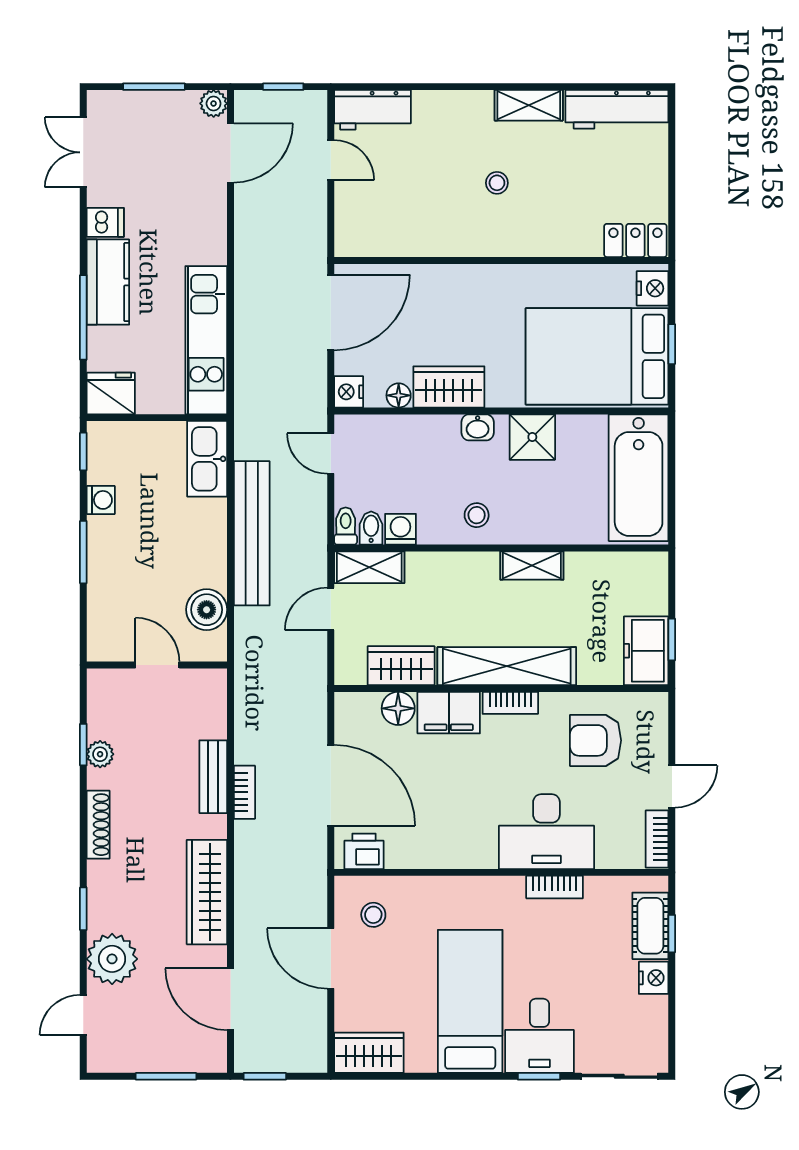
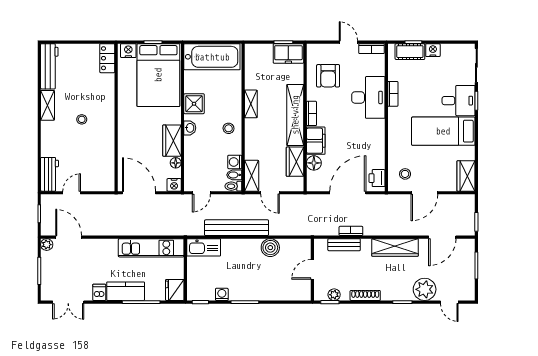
door: (157, 665) -> (312, 269), moved
wall: (157, 665) -> (312, 270), moved

